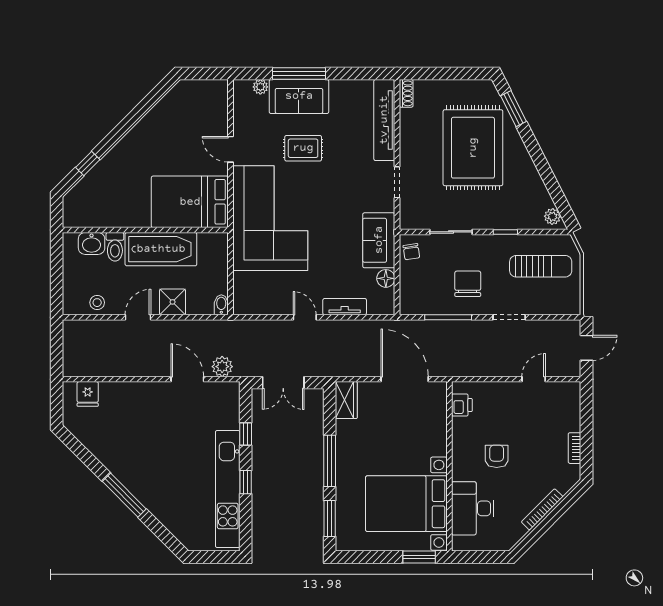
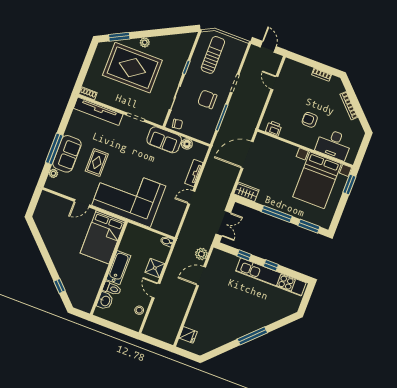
plant: (552, 217) -> (145, 42), moved
bathtub: (161, 249) -> (118, 268), width x0.73, depth x0.73

